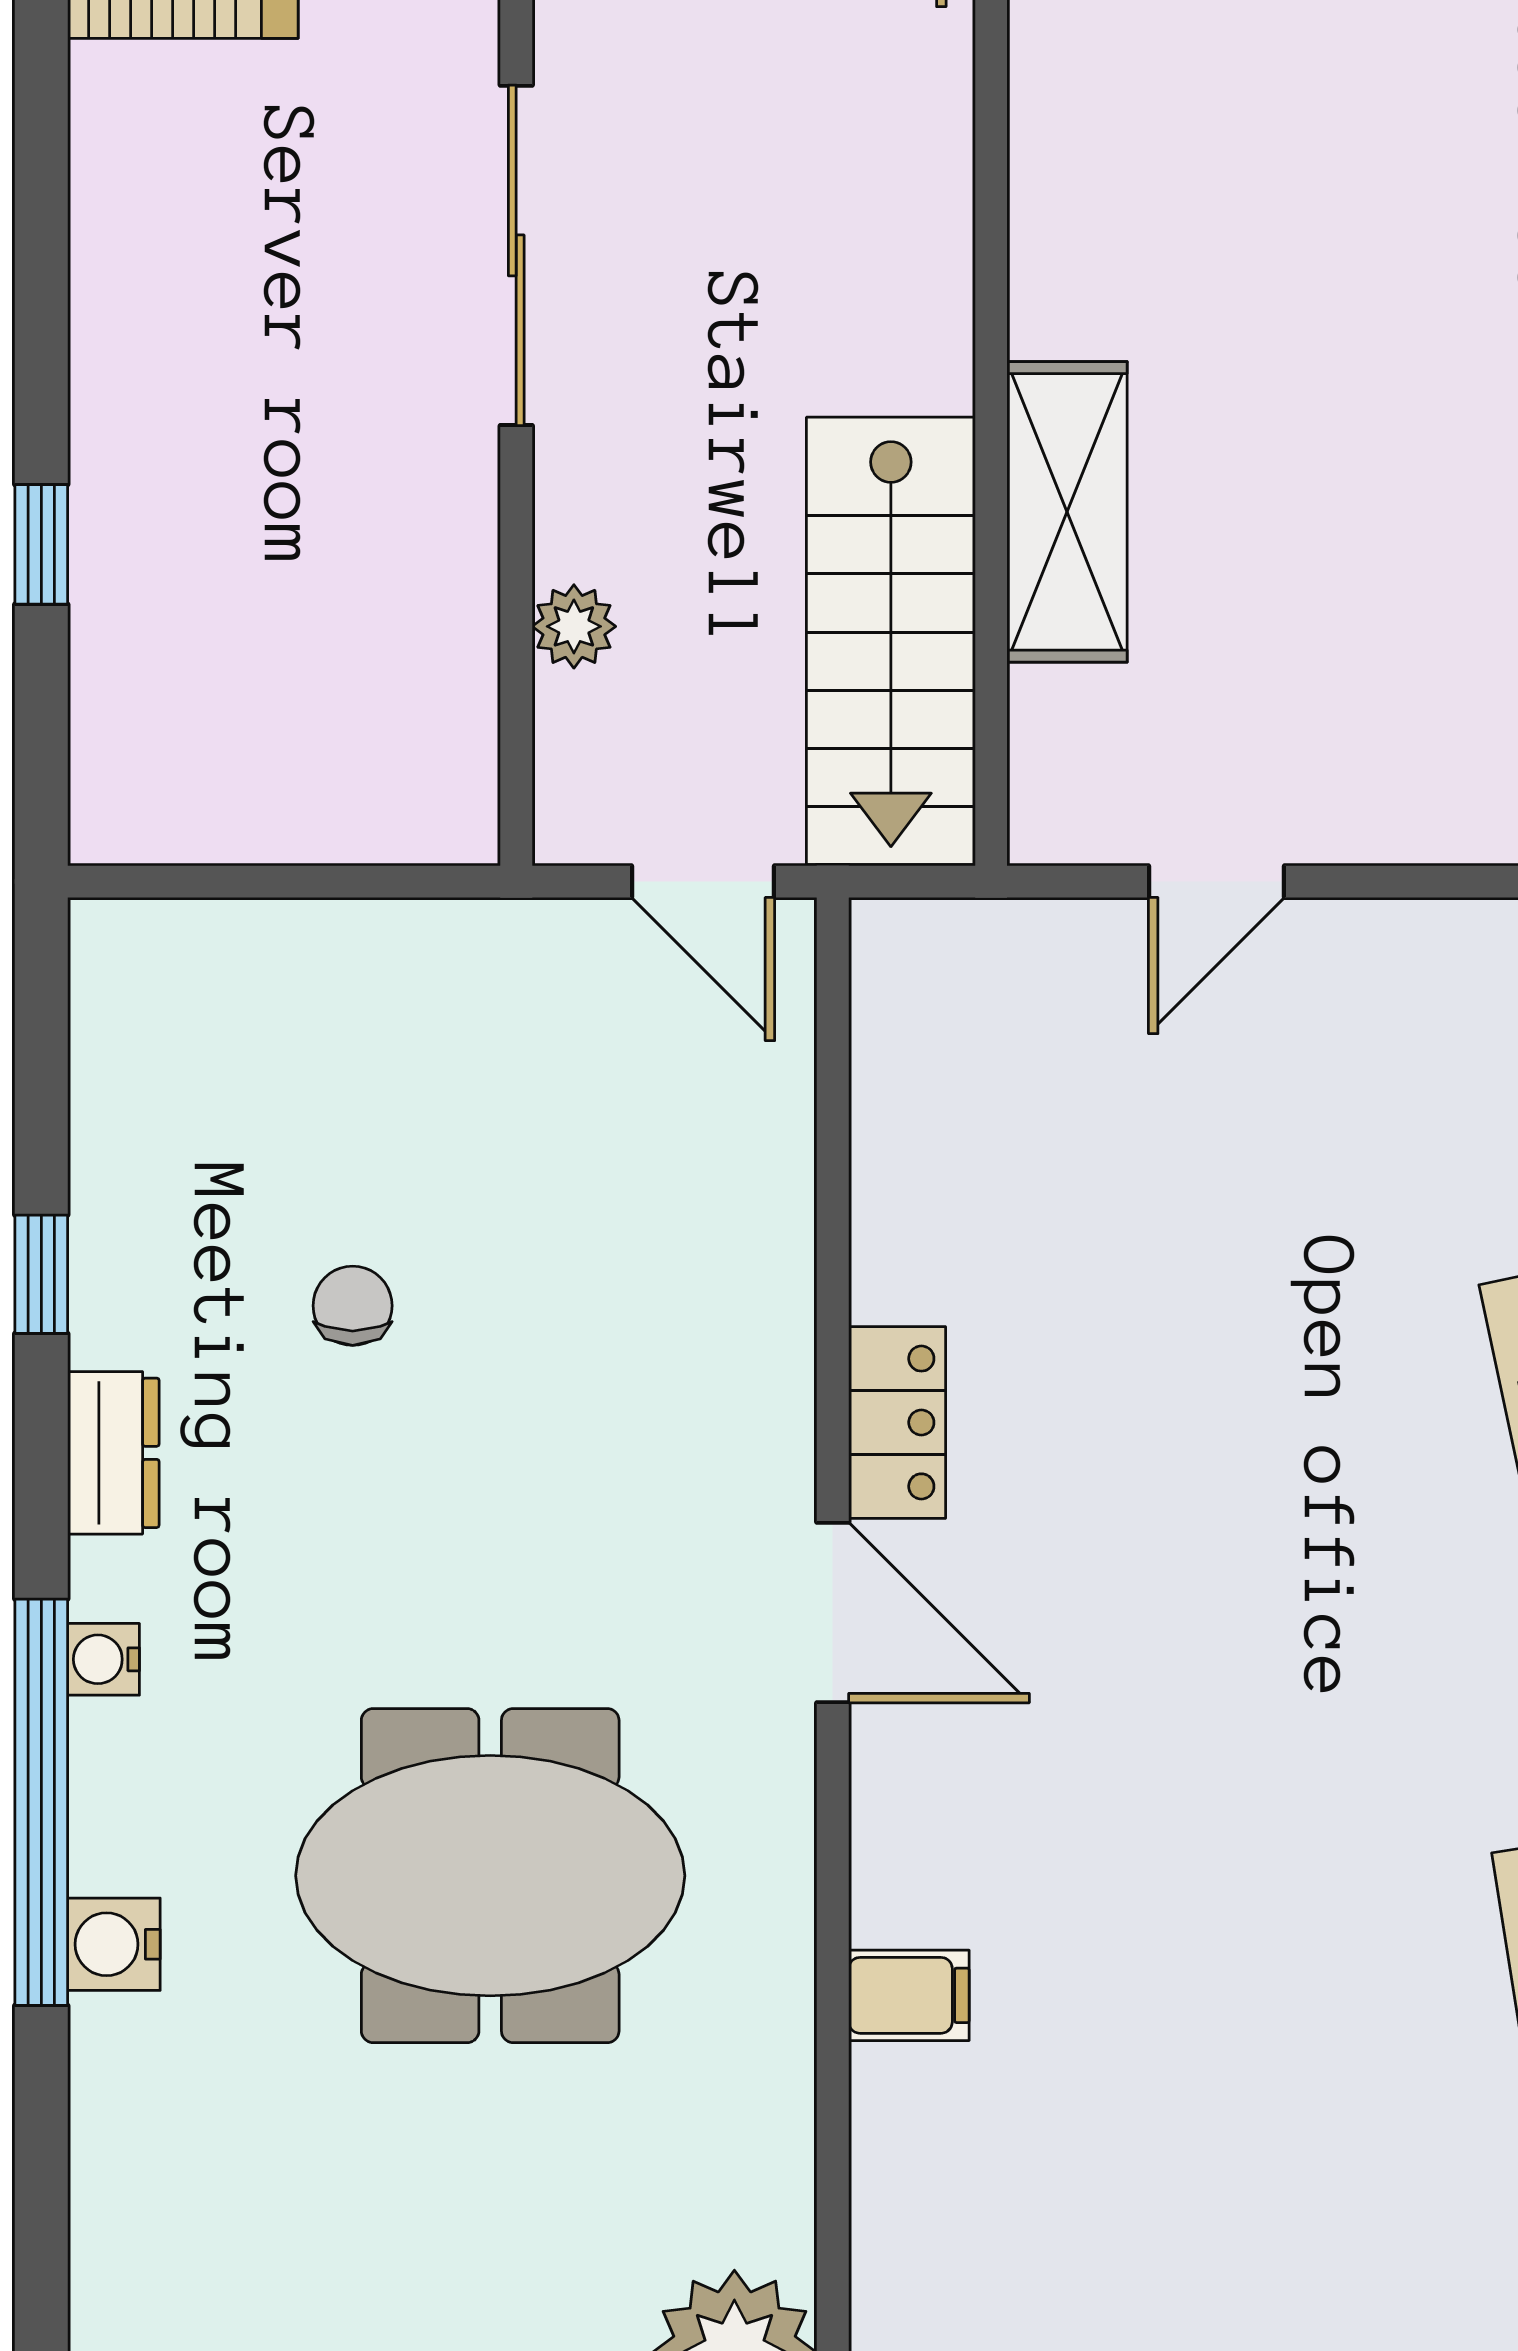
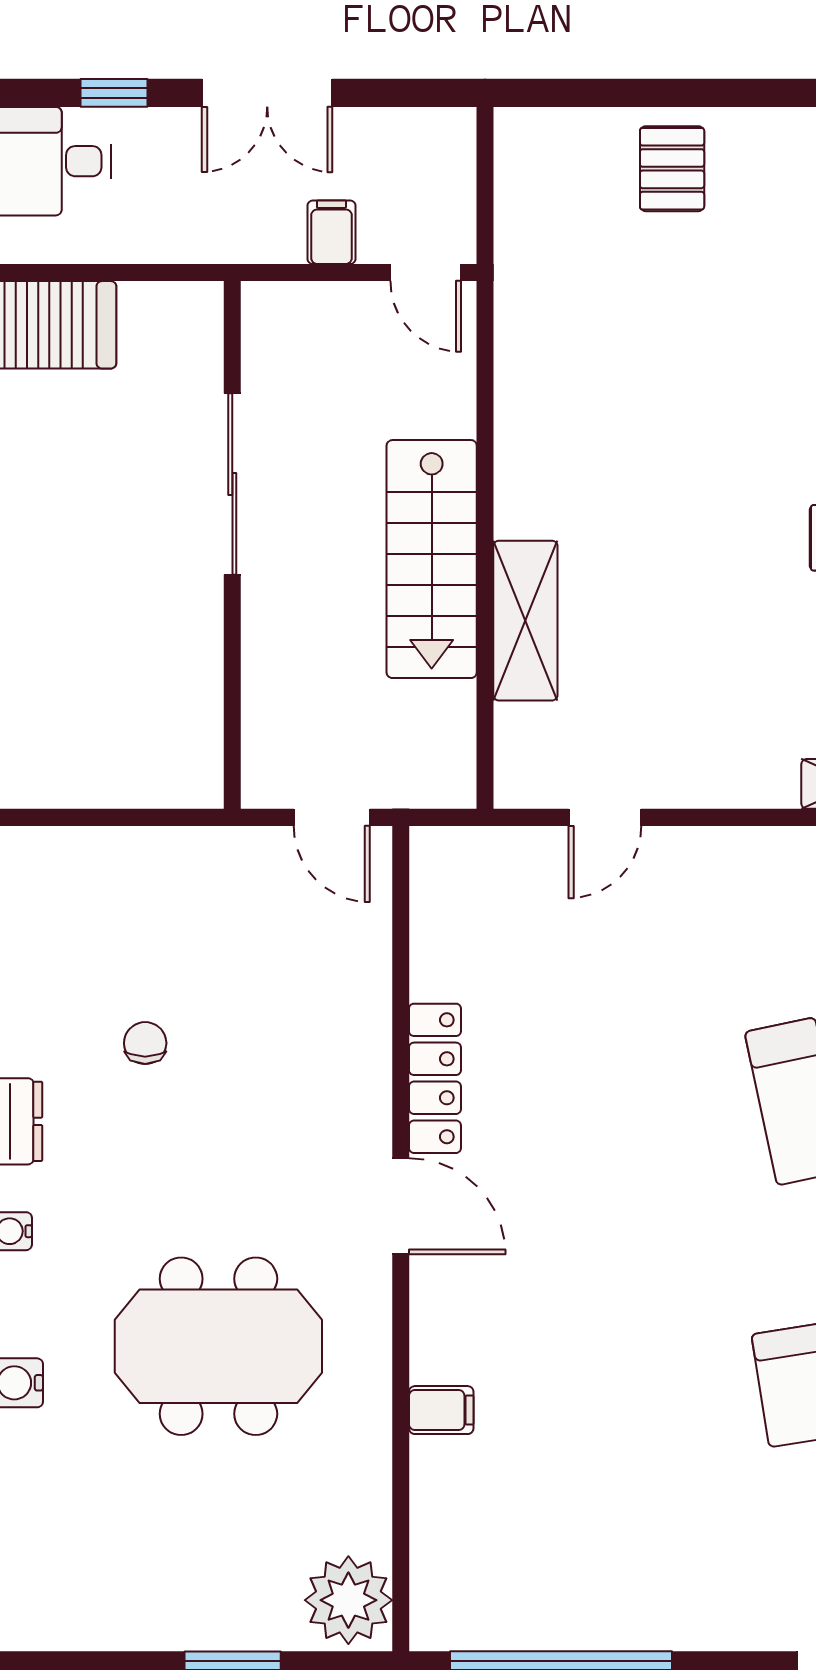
plant: (574, 626) -> (263, 682), removed
stairs: (891, 641) -> (432, 559), moved
locker: (897, 1422) -> (435, 1078), width x1.53

